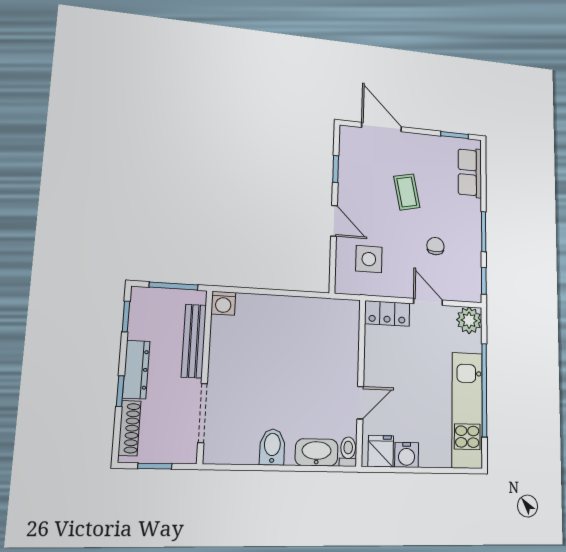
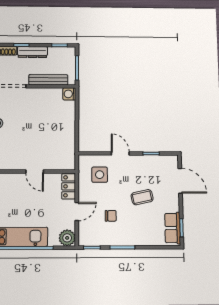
door: (382, 127) -> (180, 181), hinge flipped
row of seats: (470, 173) -> (173, 228), moved, turned -90
door: (334, 221) -> (120, 153), swing flipped
door: (360, 403) -> (35, 172), moved

